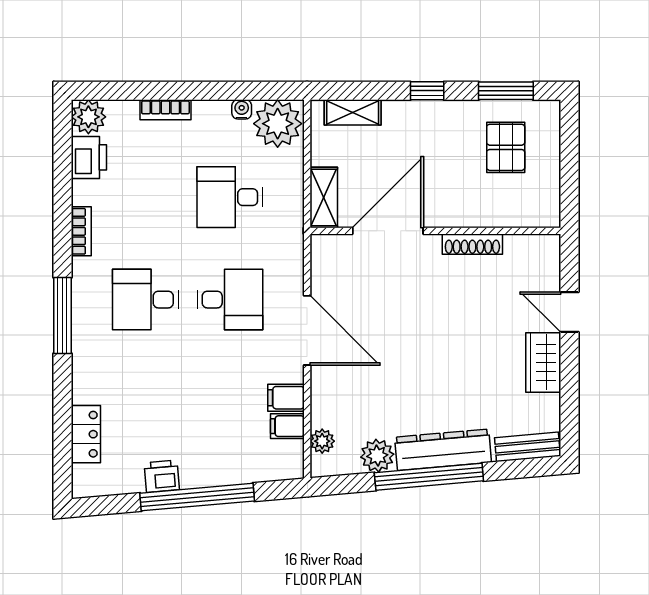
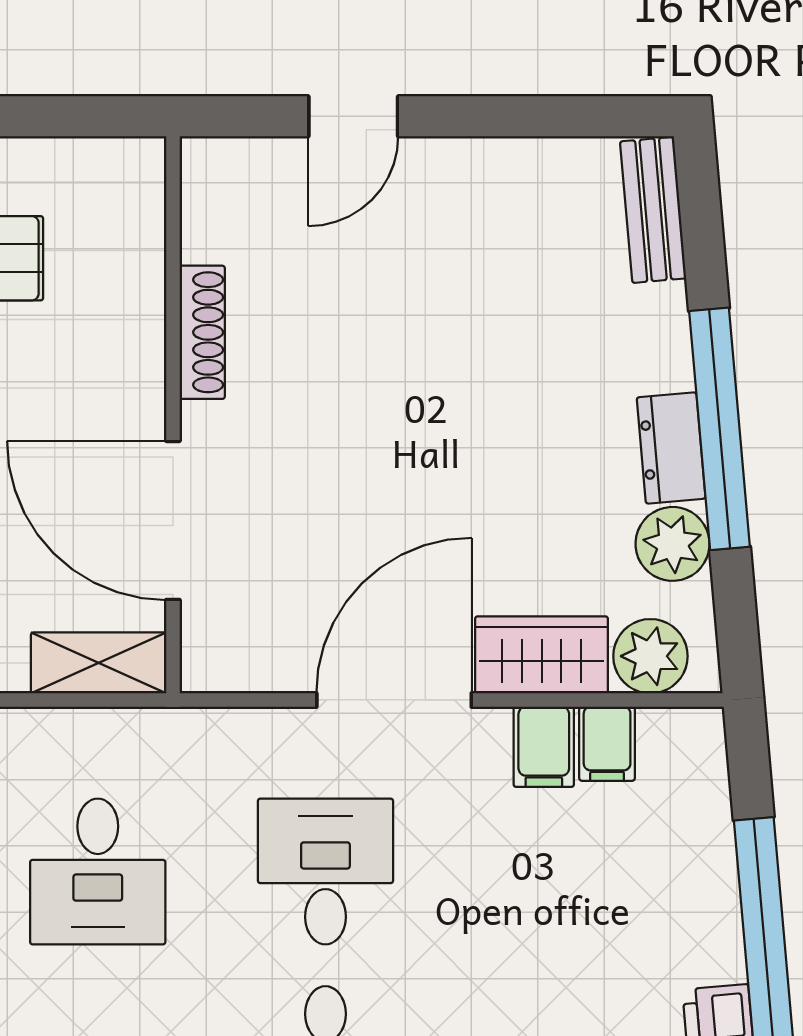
wardrobe: (543, 362) -> (542, 655), moved, turned 180
plant: (322, 441) -> (650, 656), width x1.38, depth x1.38
dresser: (443, 450) -> (671, 448), width x0.51, depth x0.80

